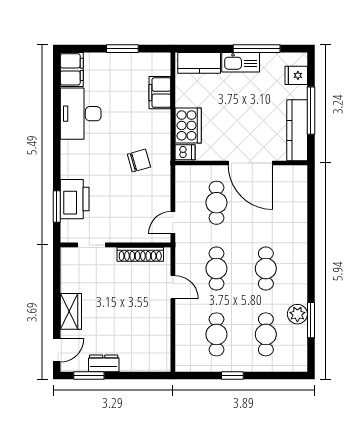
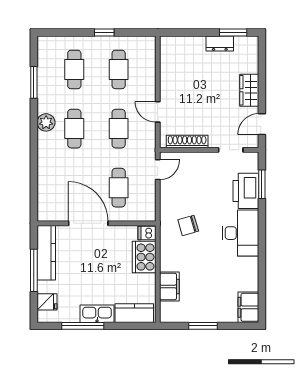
desk: (81, 114) -> (241, 233), moved
plant: (297, 314) -> (46, 122), moved
door: (57, 350) -> (262, 124), moved

